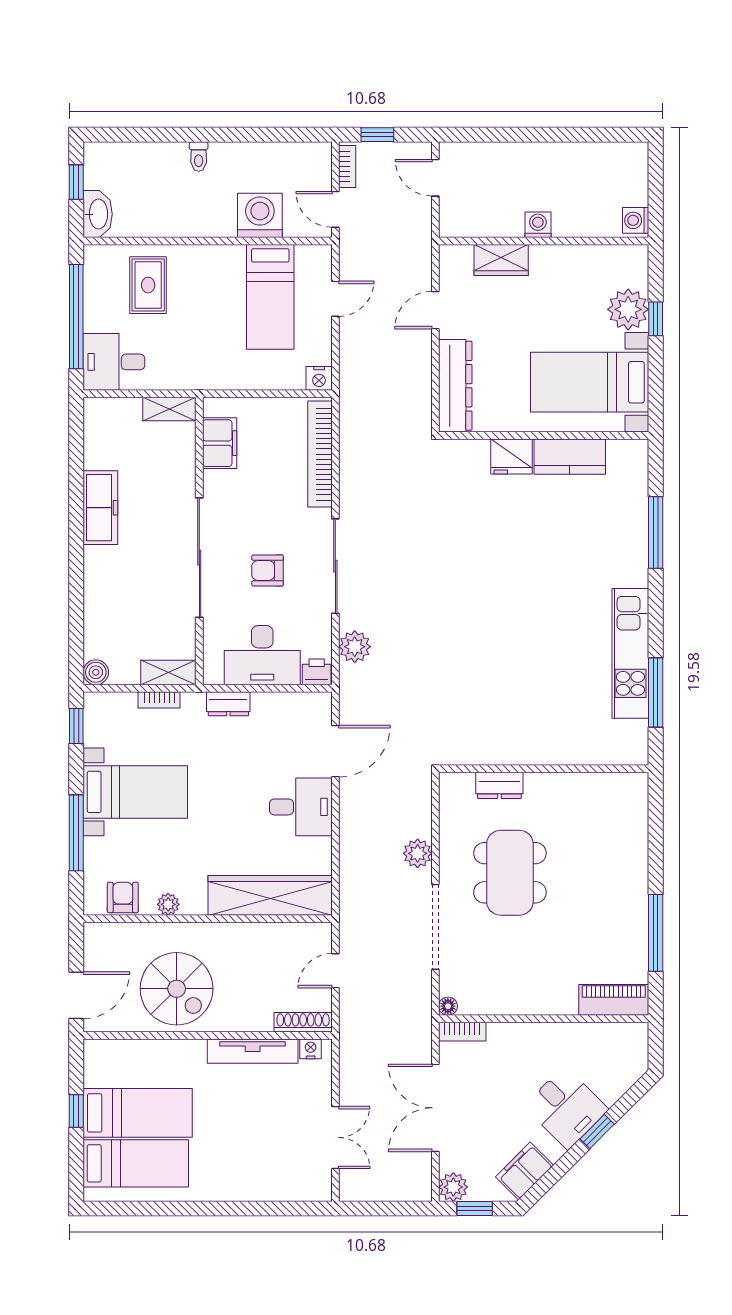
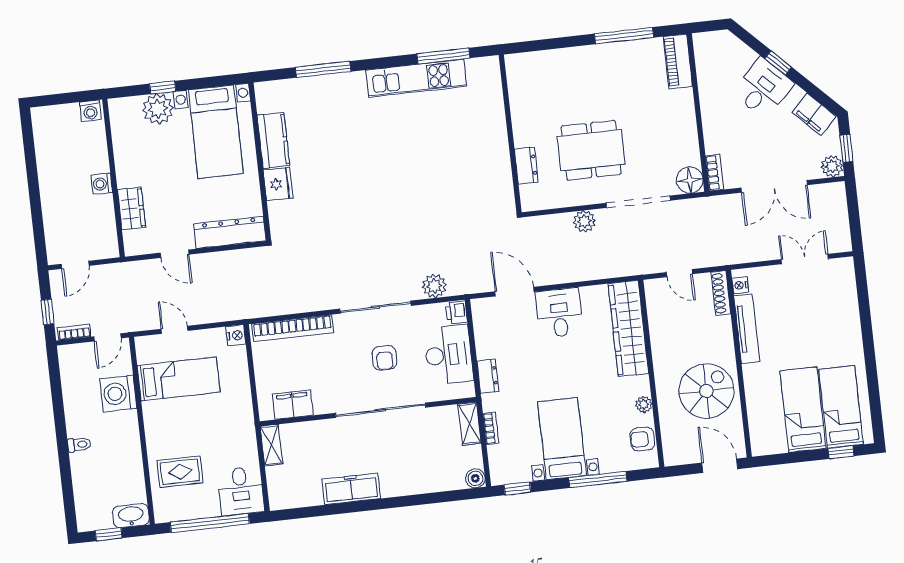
floor lamp: (448, 1006) -> (690, 180), width x1.89, depth x1.89
window: (76, 1111) -> (841, 452), moved

